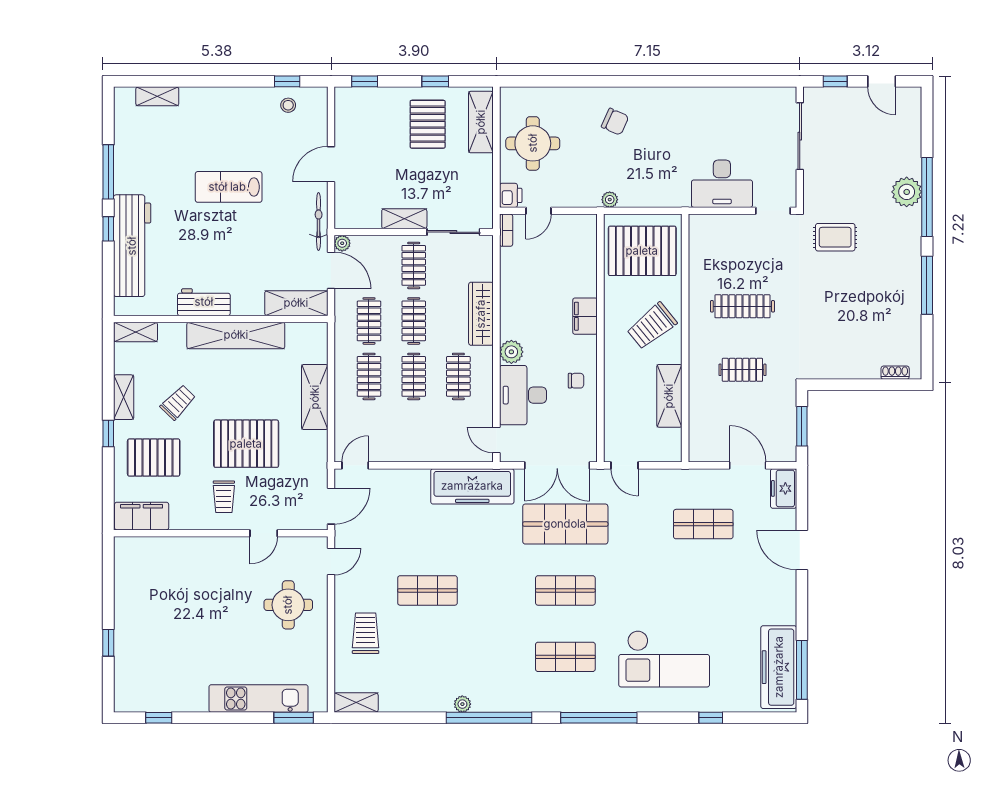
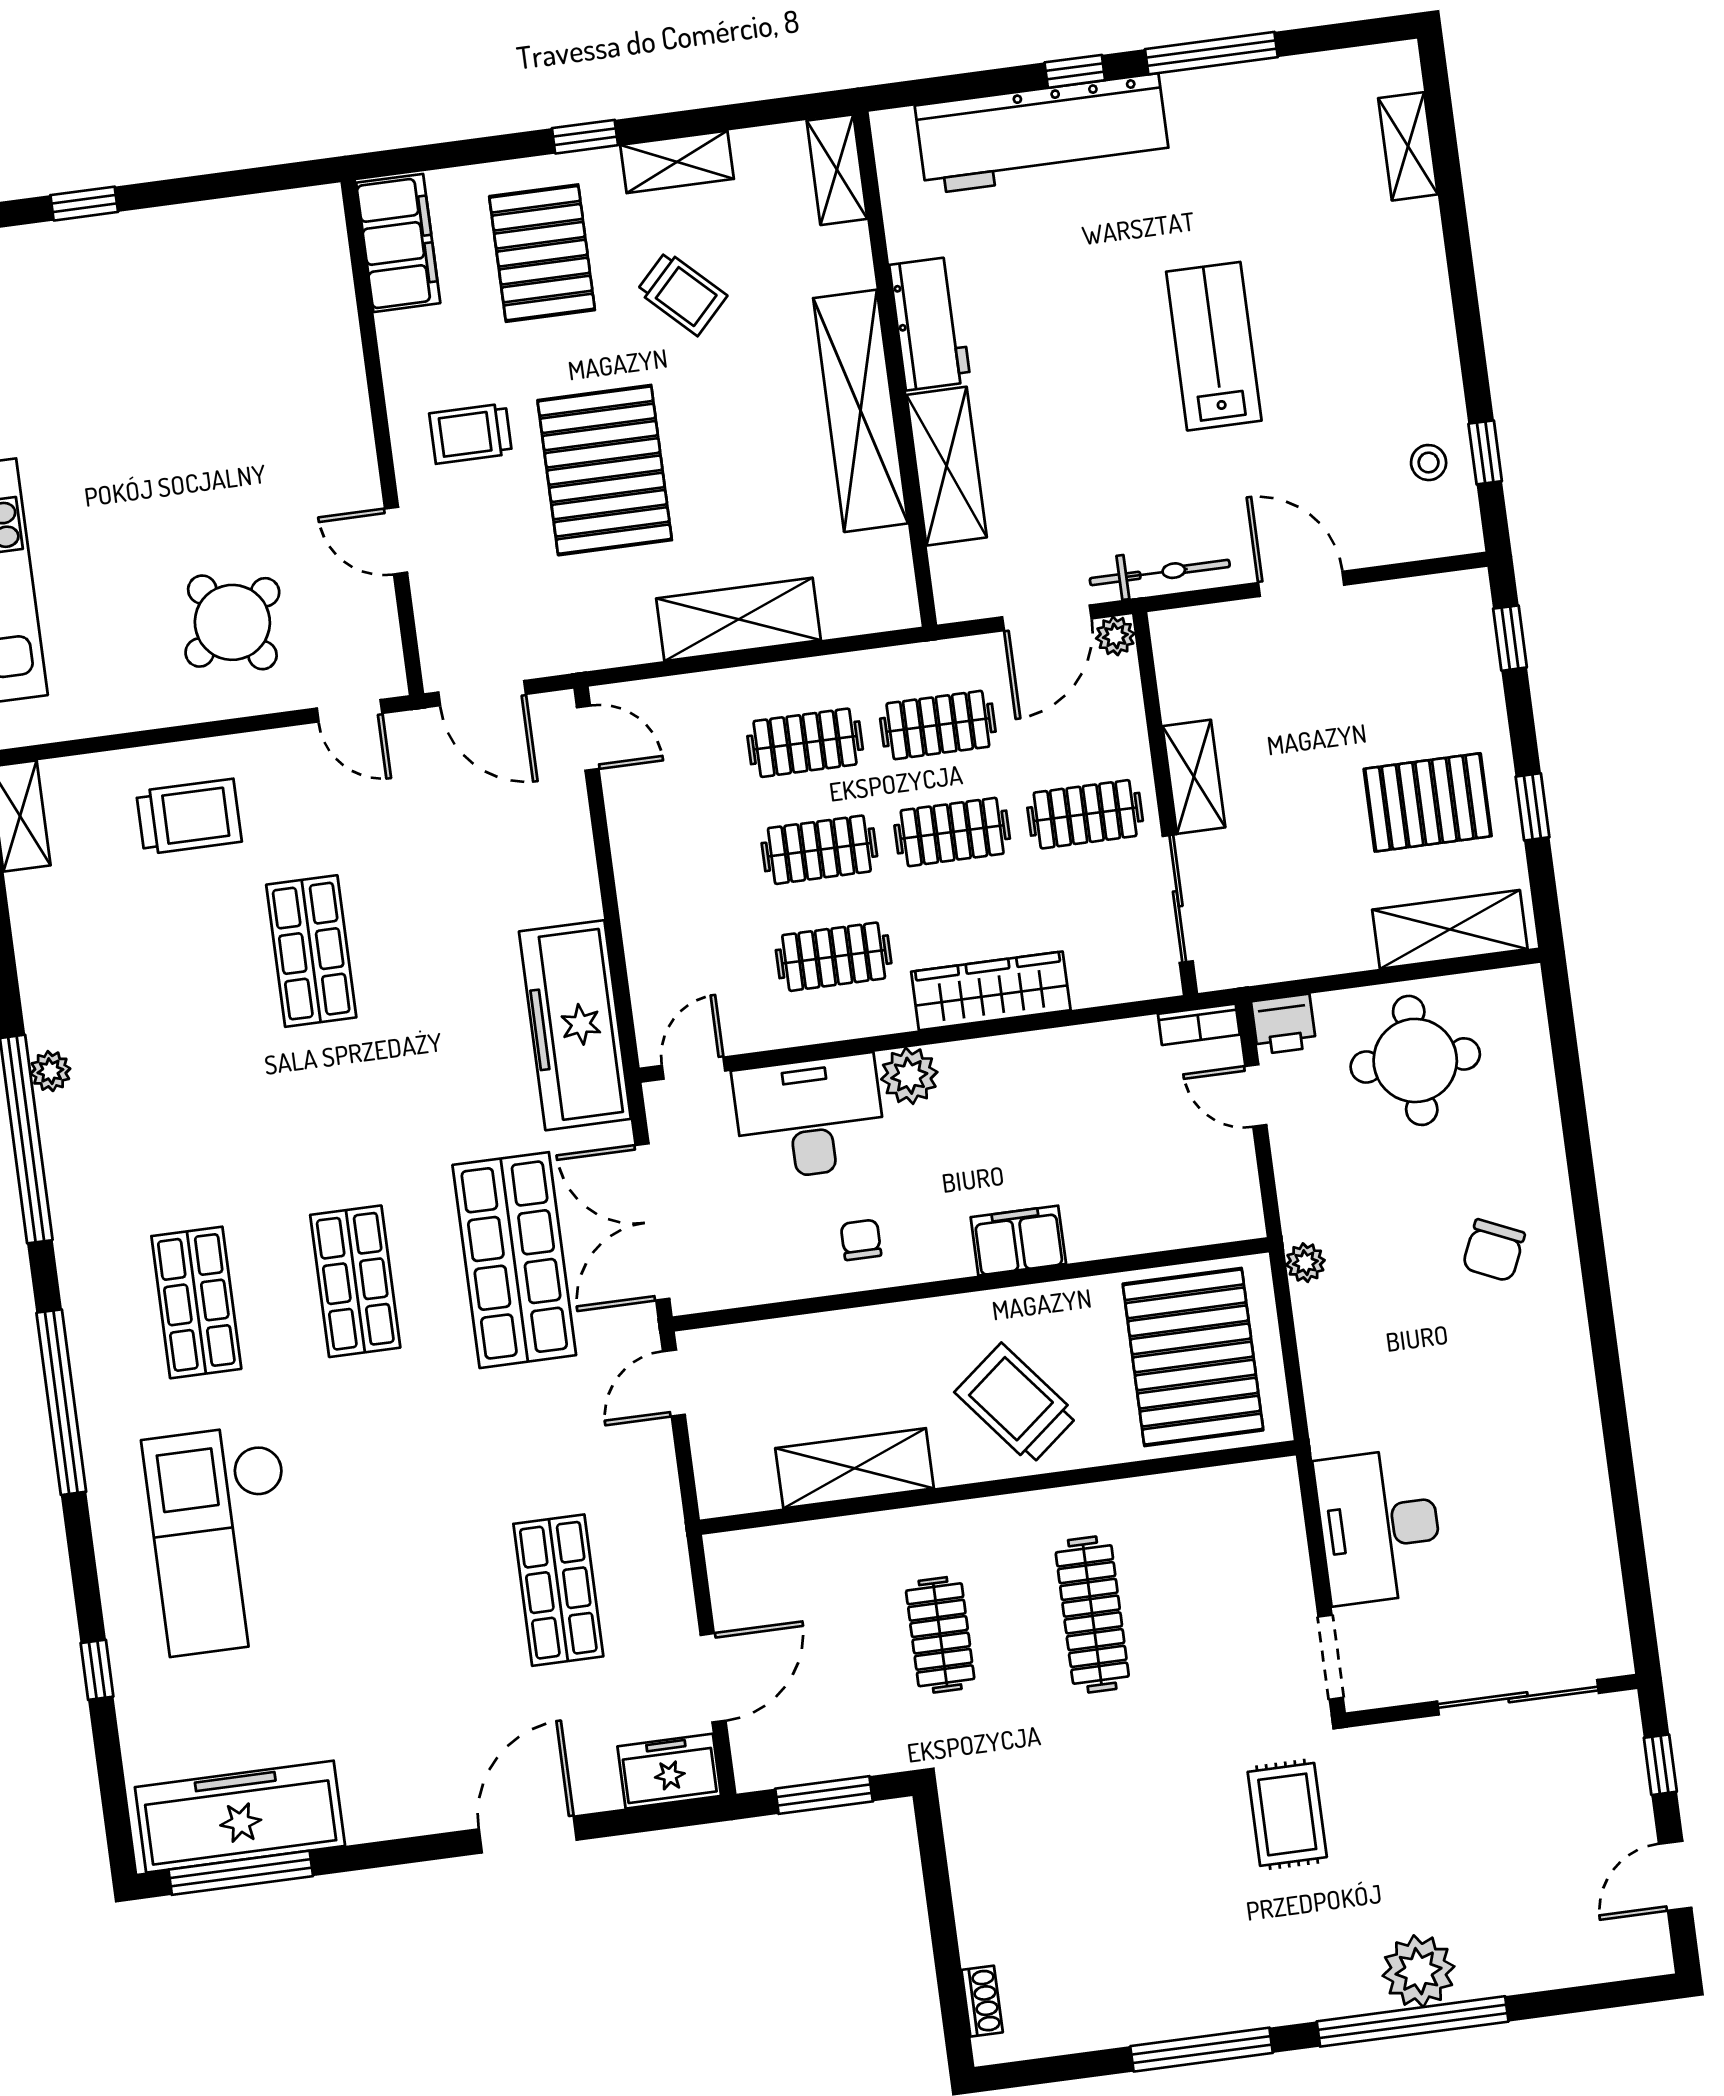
shelving: (296, 303) -> (947, 466), moved
chair: (576, 381) -> (861, 1240), turned 180
round table: (288, 605) -> (232, 622), turned -35

